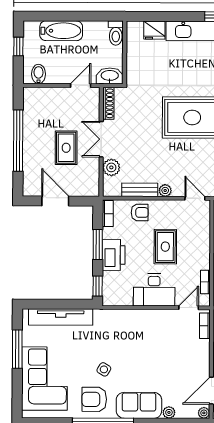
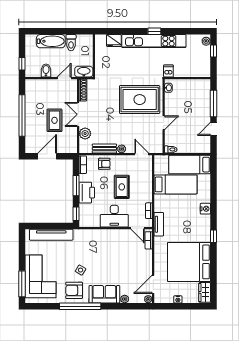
toilet: (116, 33) -> (71, 43), moved
window: (18, 47) -> (22, 64), moved
bidet: (39, 74) -> (46, 71), moved
door: (55, 201) -> (47, 156), hinge flipped
door: (189, 308) -> (138, 228), swing flipped
window: (17, 349) -> (22, 284), moved

